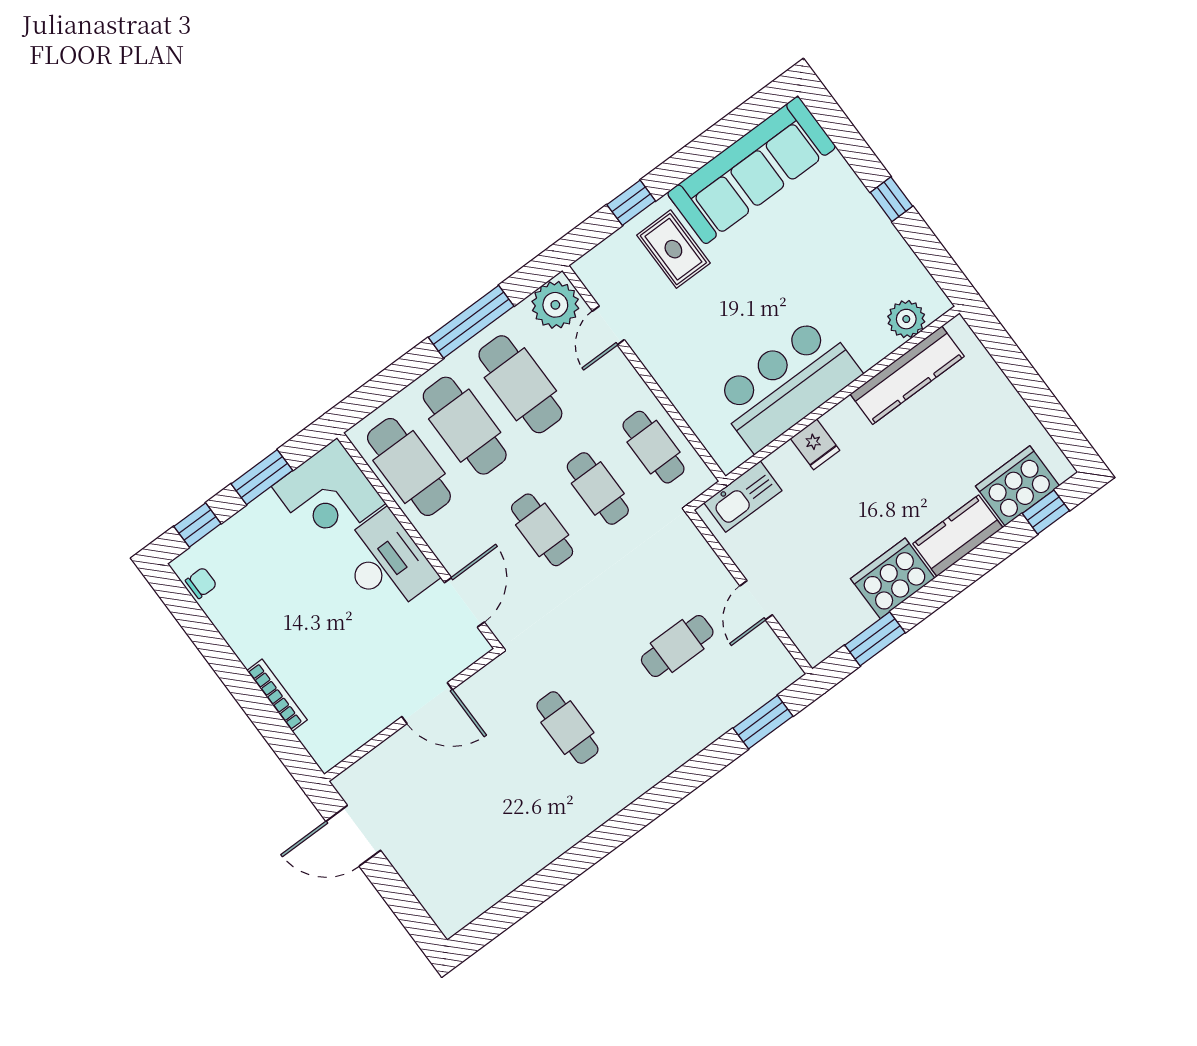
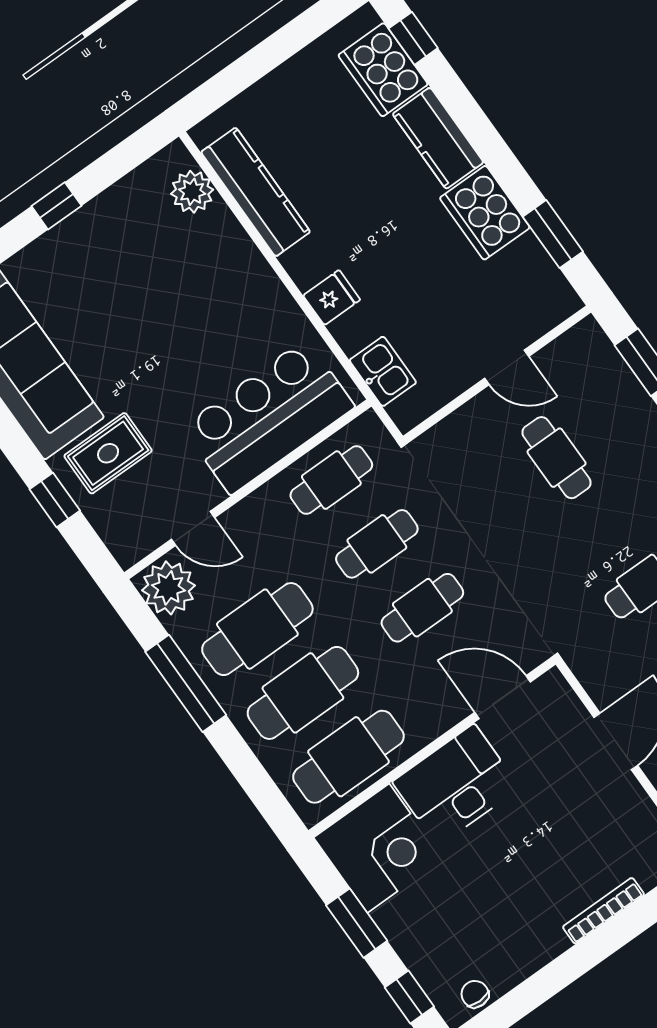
bar counter: (787, 384) -> (268, 417), moved, turned 90
kitchen sink: (743, 497) -> (383, 371), width x0.73

